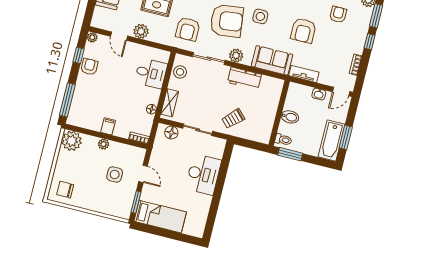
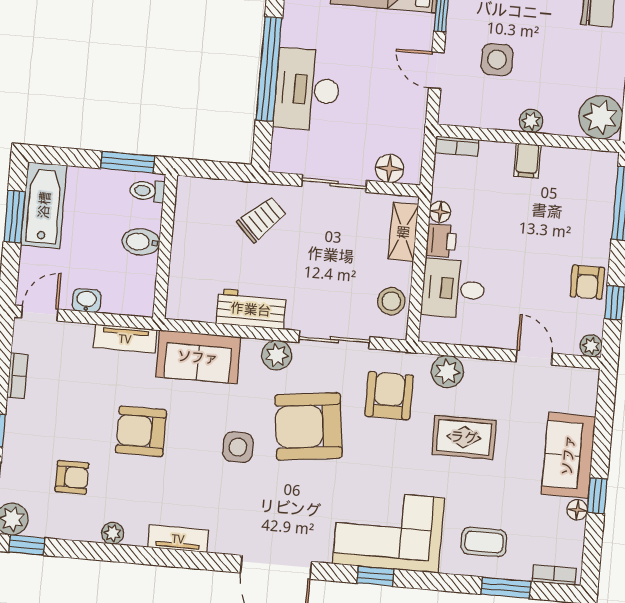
armchair: (338, 15) -> (72, 477), turned -90
plant: (141, 31) -> (447, 372), moved
armchair: (303, 31) -> (141, 431), turned -90
printer: (153, 96) -> (441, 241), added
window: (219, 187) -> (269, 69), added

